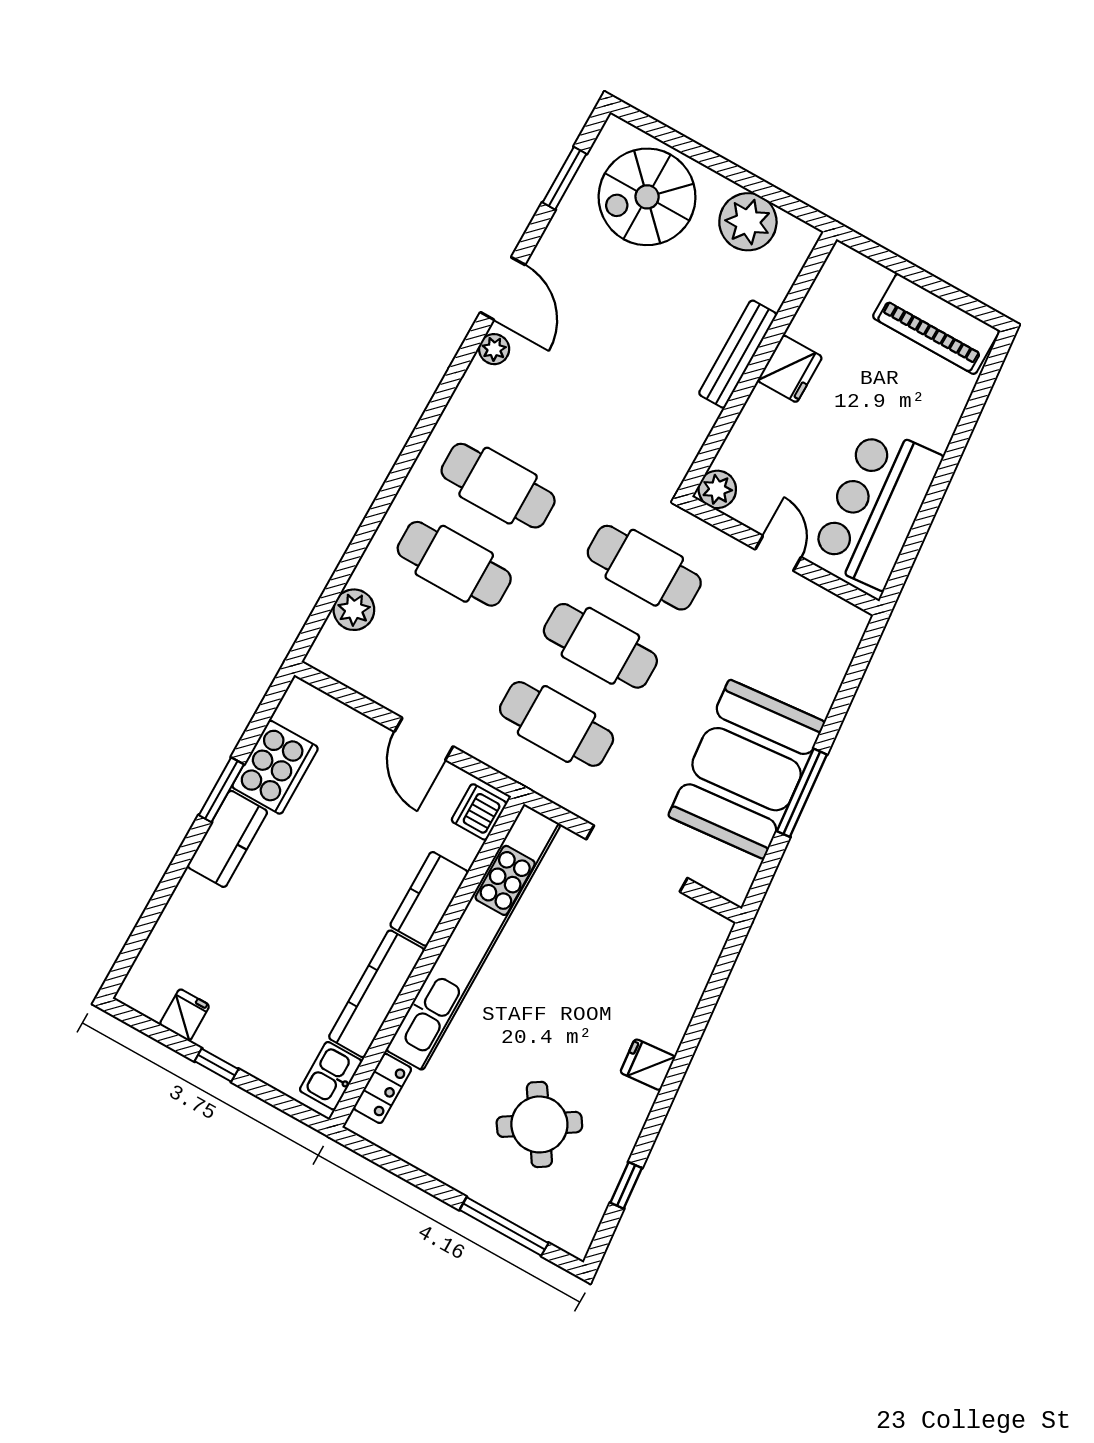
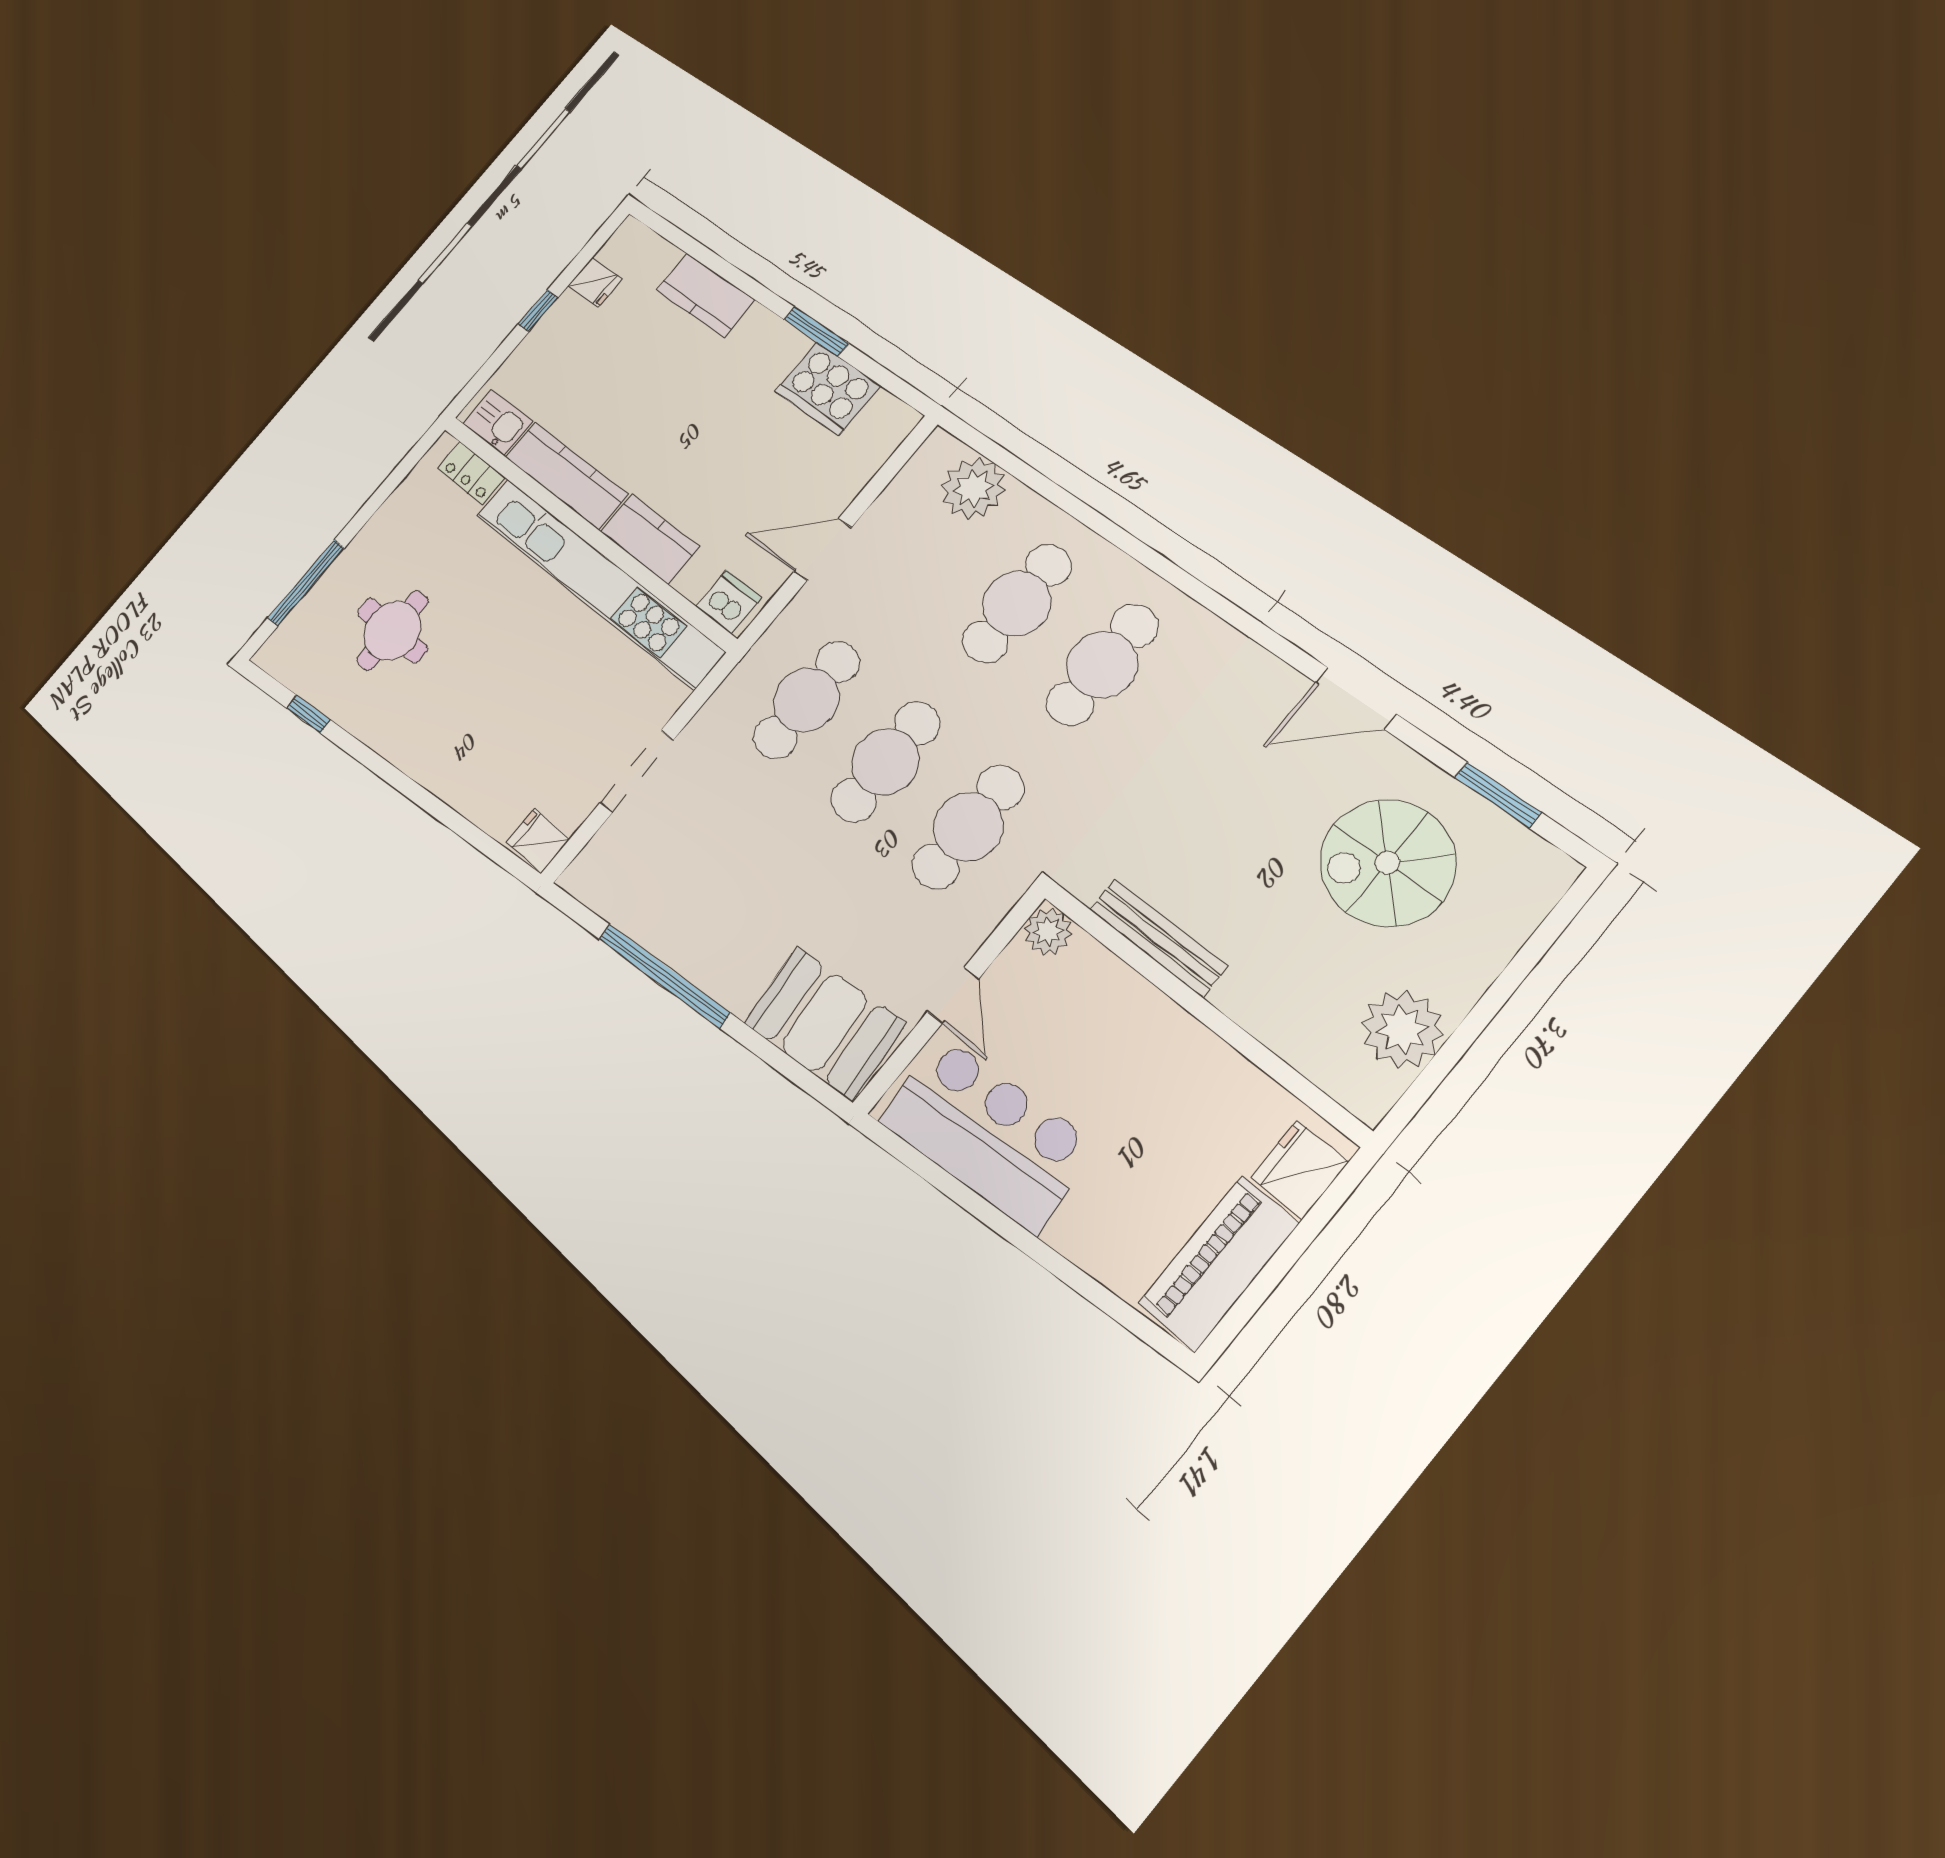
spiral stairs: (647, 197) -> (1388, 863), moved, turned -90
plant: (494, 349) -> (1277, 679), removed
bench: (738, 354) -> (1158, 937), moved
fridge: (790, 369) -> (1300, 1170), moved, turned 90
door: (778, 553) -> (953, 995), hinge flipped
plant: (354, 610) -> (973, 488), width x1.36, depth x1.36
booth: (747, 769) -> (824, 1023), moved, width x0.73, depth x0.70
window: (802, 793) -> (664, 975), width x1.46
kitchen counter: (227, 839) -> (705, 295), moved
doorway: (637, 859) -> (637, 771), width x0.73
fridge: (648, 1065) -> (538, 841), moved, turned -85
round table: (539, 1124) -> (392, 630), turned 33

